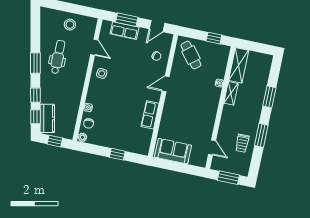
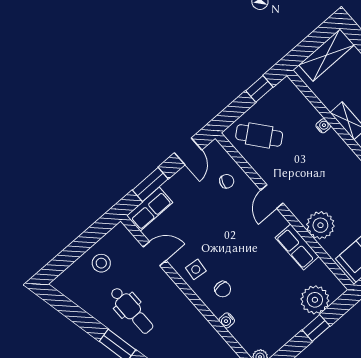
row of seats: (124, 31) -> (150, 209), moved
dental chair: (58, 57) -> (132, 310), turned 180
shelving: (239, 65) -> (326, 55), moved, turned 90
plant: (169, 118) -> (320, 225), added
chair: (89, 123) -> (223, 289), moved
plant: (131, 143) -> (315, 300), added

